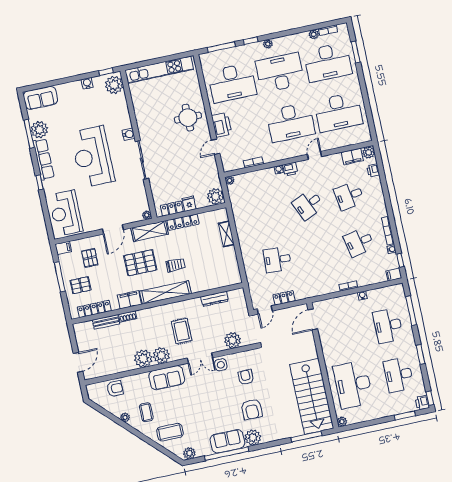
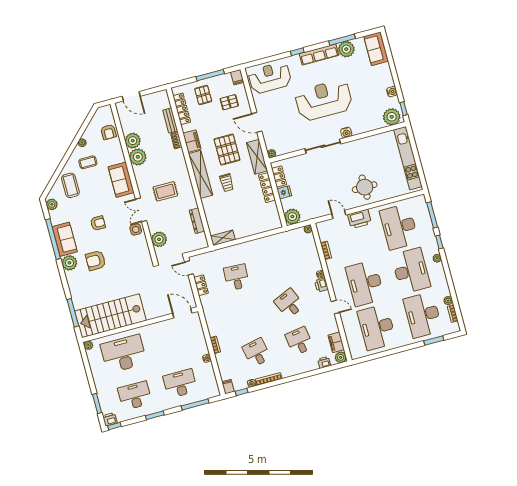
shelving: (226, 234) -> (223, 238), moved
plant: (161, 355) -> (133, 141), moved
armchair: (246, 377) -> (98, 223), moved

